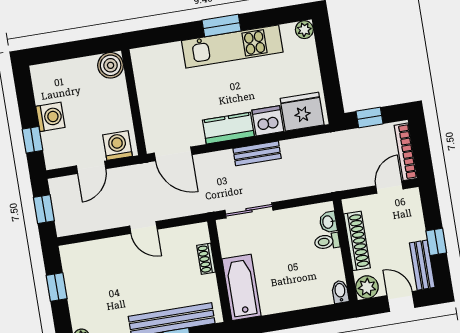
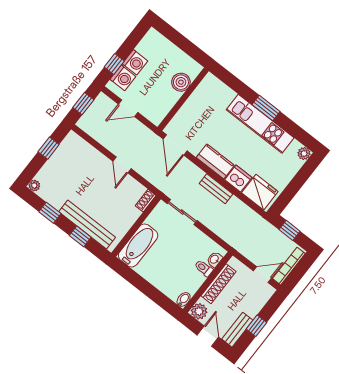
boiler: (111, 65) -> (181, 82), moved
washing machine: (117, 146) -> (123, 78), moved, turned 90
shoe rack: (206, 259) -> (146, 201), moved

